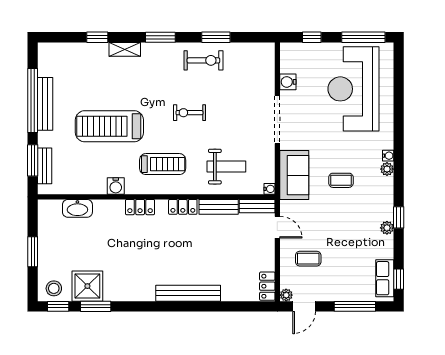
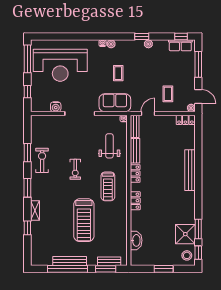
treadmill: (163, 164) -> (108, 186), turned 180
water cooler: (116, 186) -> (122, 216), removed

